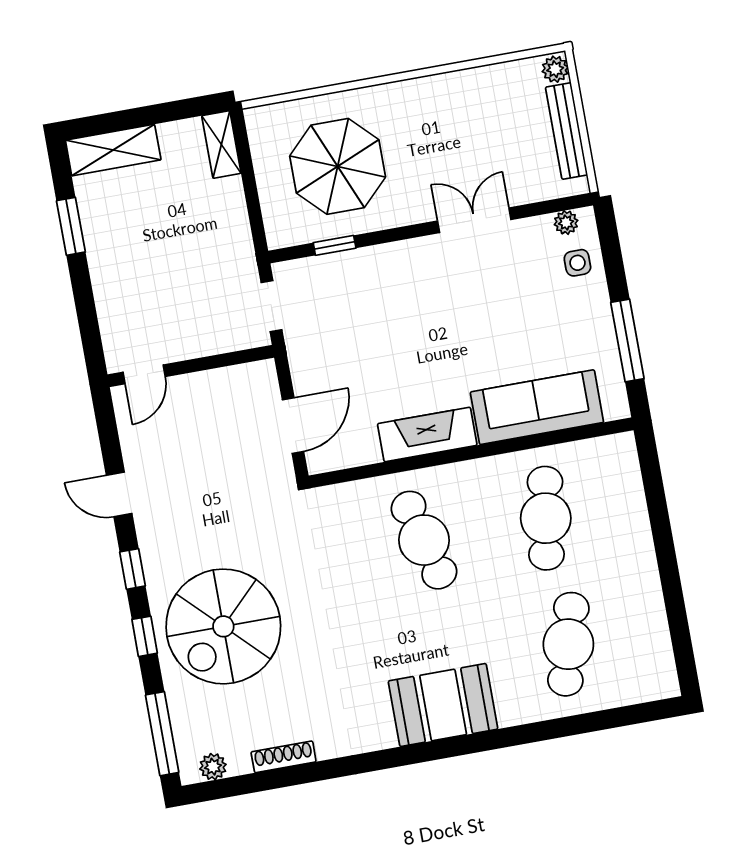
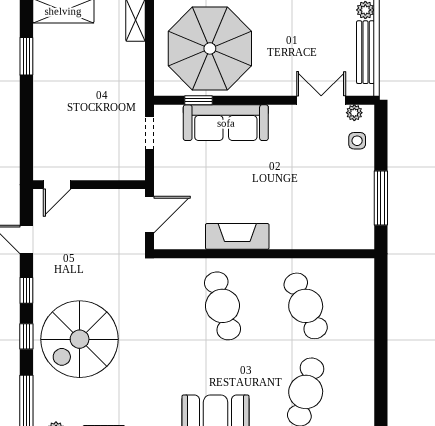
parasol: (338, 166) -> (210, 48), width x1.36, depth x1.36
double door: (474, 220) -> (321, 100), moved
wall: (191, 366) -> (89, 185), moved
door: (144, 374) -> (57, 185), moved
sofa: (537, 407) -> (226, 123), moved, turned 180
cafe table: (546, 518) -> (306, 306), turned -33

